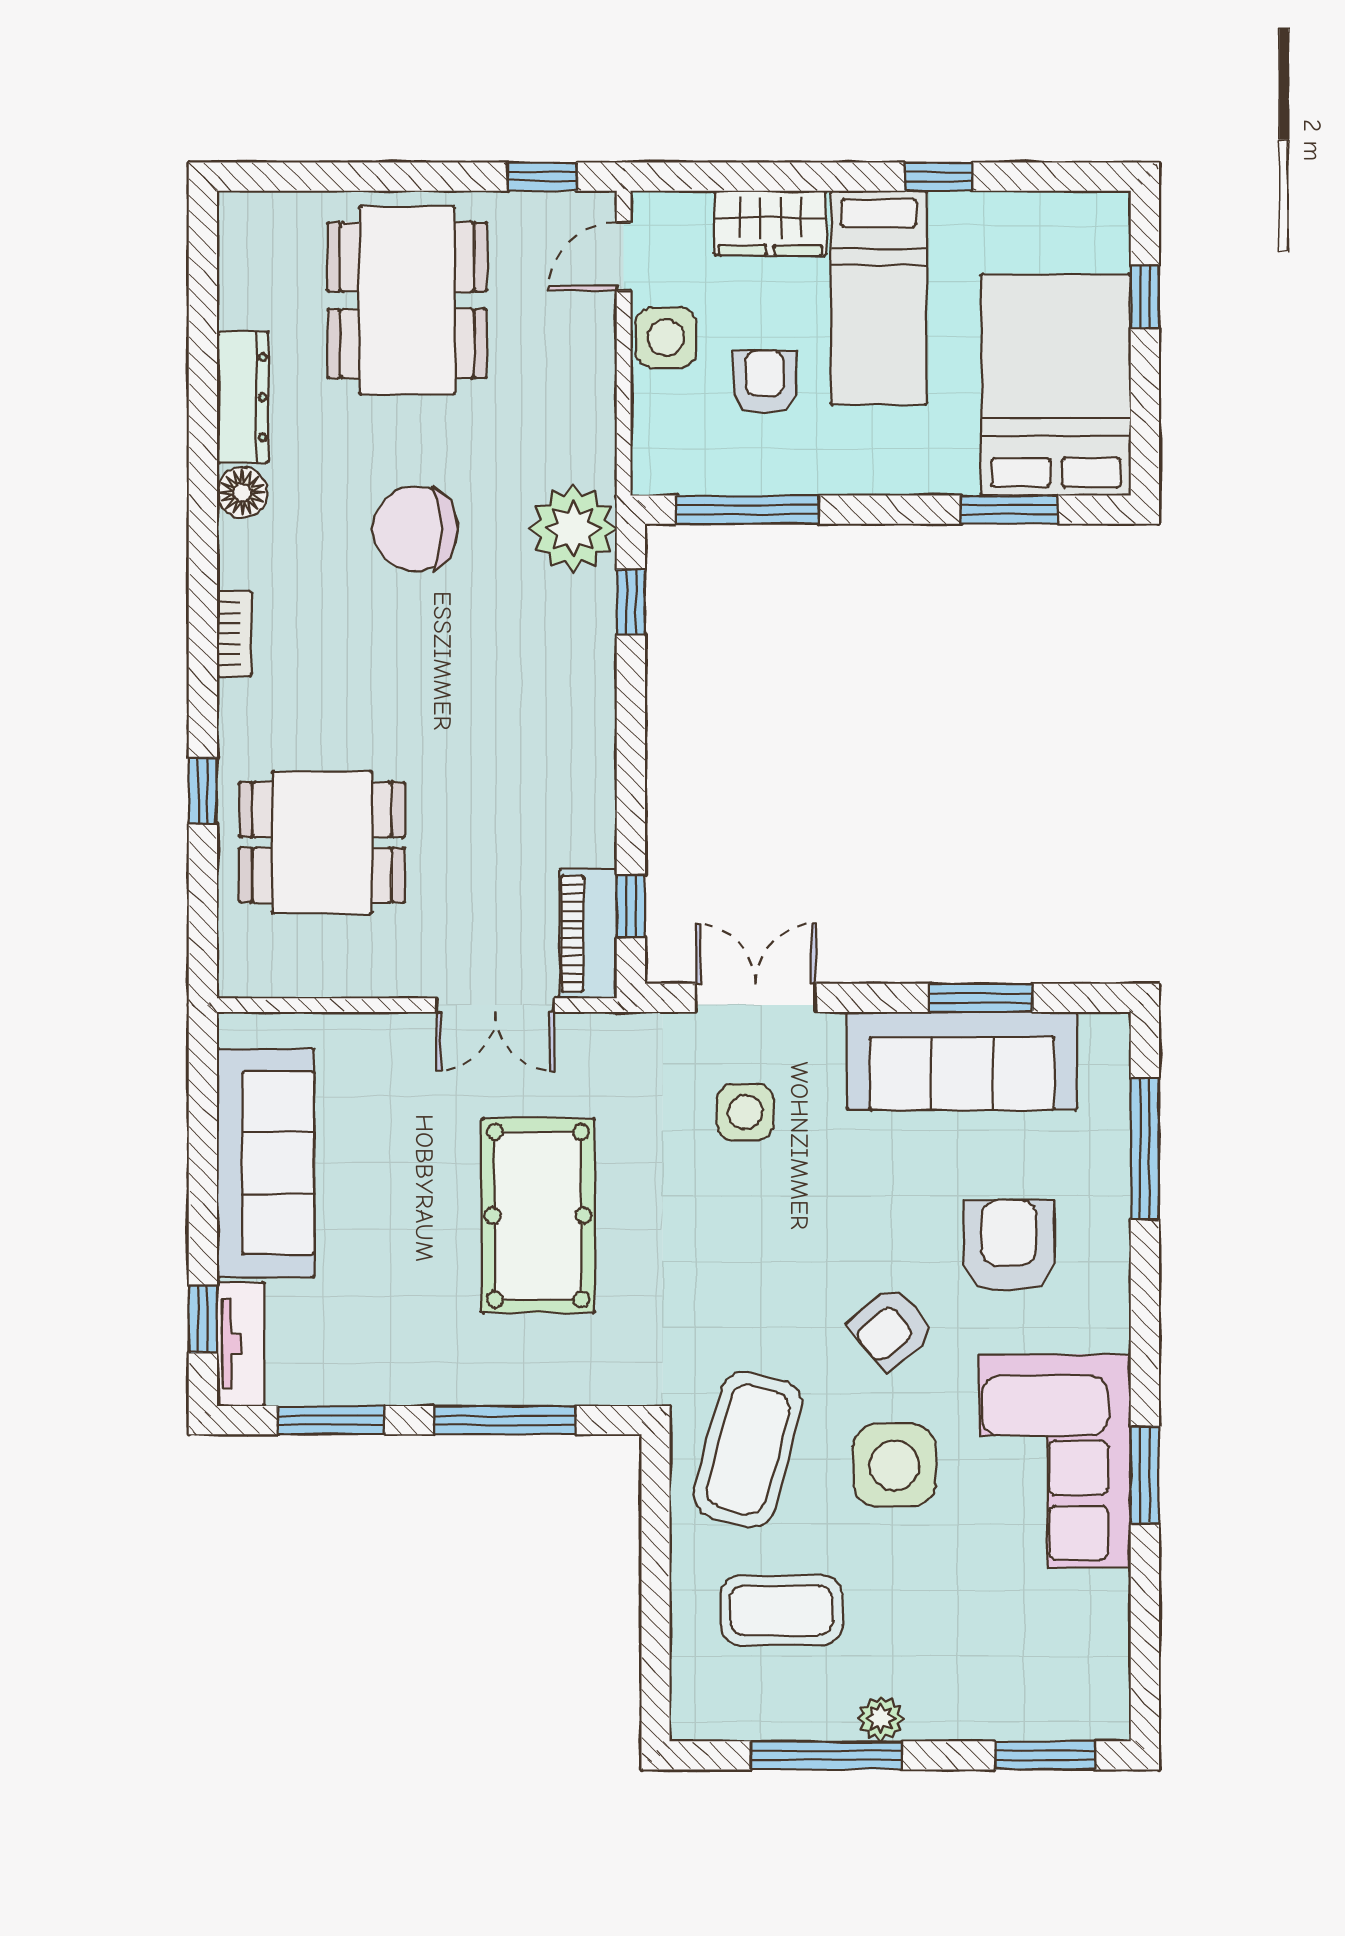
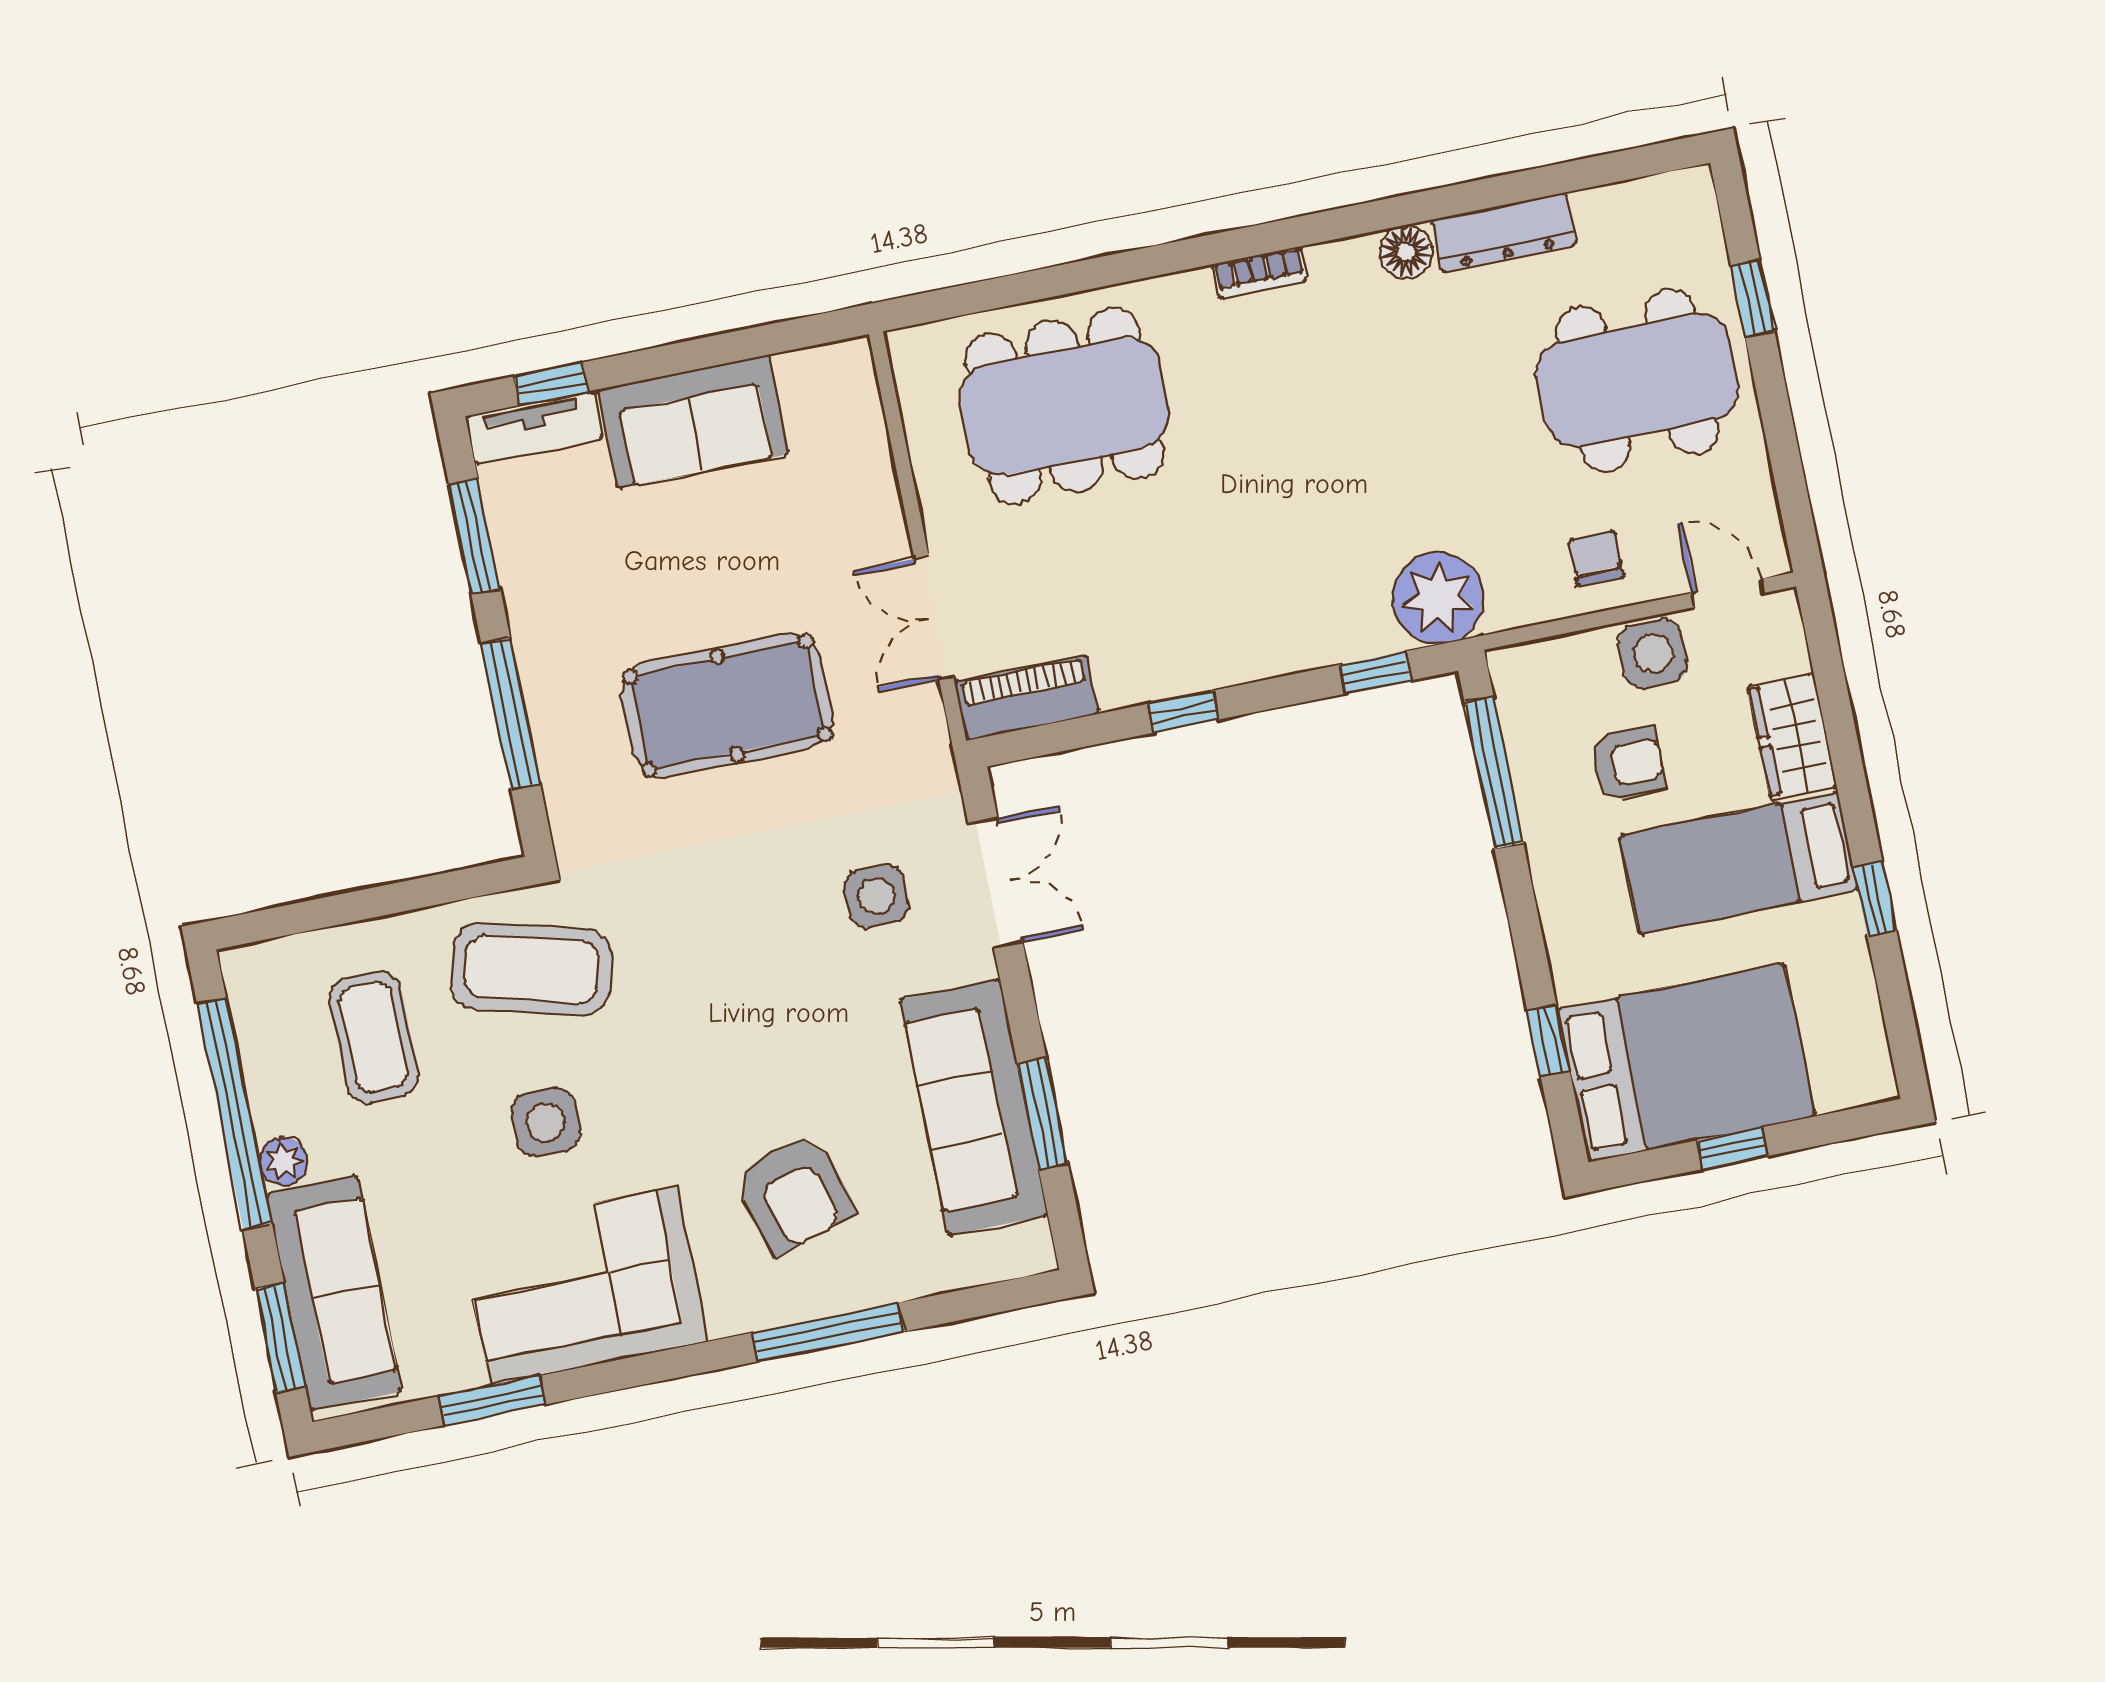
window: (543, 177) -> (1753, 298), moved
window: (1145, 297) -> (1732, 1148), moved
window: (1009, 510) -> (1548, 1040), width x0.67
chair: (415, 529) -> (1596, 558), moved, width x0.54, depth x0.54
window: (203, 791) -> (1093, 274), removed
dining table: (322, 842) -> (1064, 406), width x1.38
window: (631, 906) -> (1183, 712), moved
window: (1145, 1149) -> (828, 1332), moved
sofa: (266, 1163) -> (693, 422), width x0.73
armchair: (1009, 1246) -> (795, 1194), turned 73
armchair: (891, 1328) -> (686, 1091), removed
side table: (894, 1465) -> (546, 1122), width x0.73, depth x0.73
window: (1145, 1475) -> (492, 1400), moved
sofa: (1014, 1697) -> (334, 1293), added
window: (827, 1755) -> (234, 1113), width x1.46

